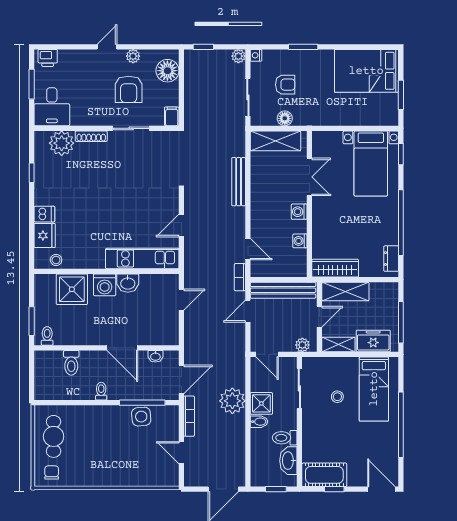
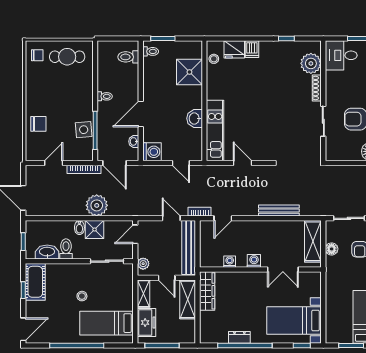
filing cabinet: (172, 116) -> (333, 155), removed
dresser: (391, 259) -> (239, 337), moved
washing machine: (105, 285) -> (152, 152), moved, turned 180
toilet: (71, 363) -> (128, 57), moved
stool: (337, 397) -> (82, 296), moved
chair: (134, 471) -> (38, 124), added

